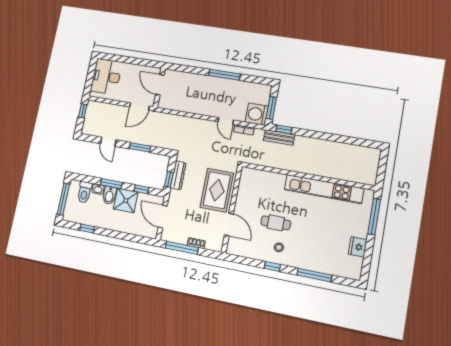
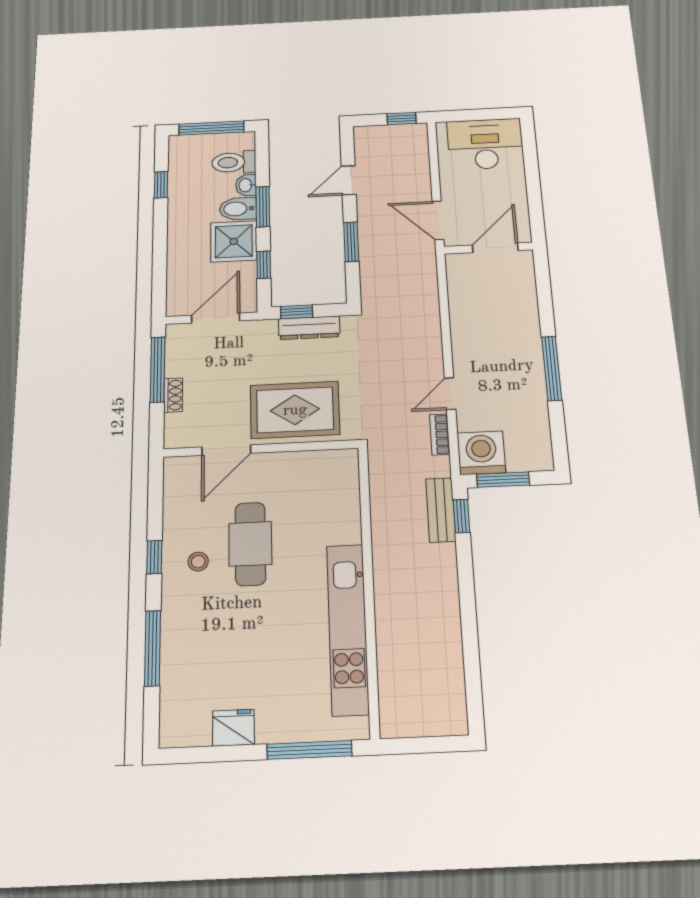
cafe table: (276, 223) -> (250, 544), width x1.37, depth x1.35

